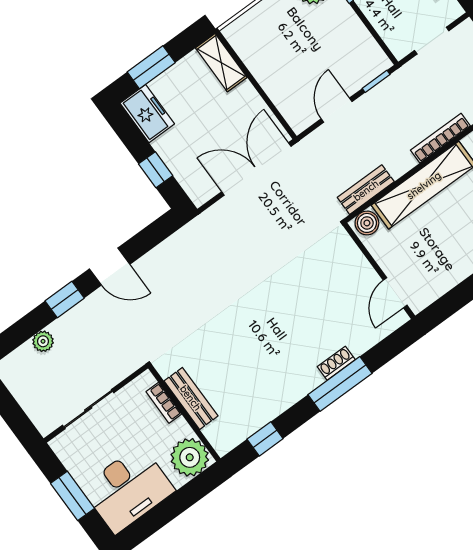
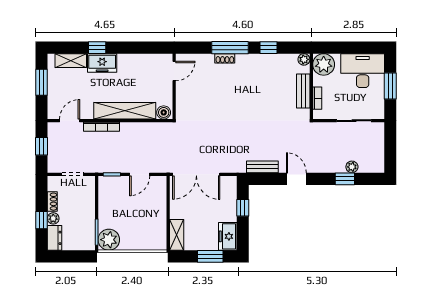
bench: (366, 190) -> (262, 167), moved
window: (65, 300) -> (345, 179), moved
window: (265, 439) -> (268, 48), moved
plant: (223, 444) -> (304, 59), added

